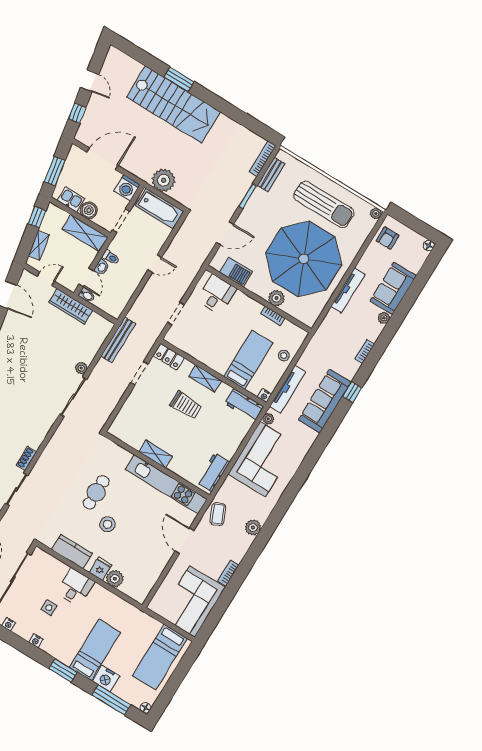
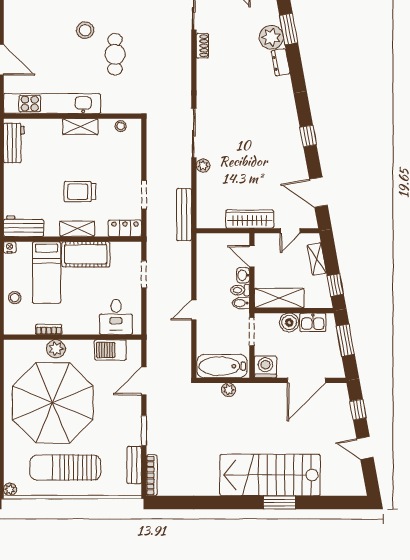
plant: (164, 180) -> (229, 390), width x0.53, depth x0.53
bidet: (87, 295) -> (241, 303), moved
cot: (210, 355) -> (86, 254), added
stool: (125, 436) -> (121, 126), added

